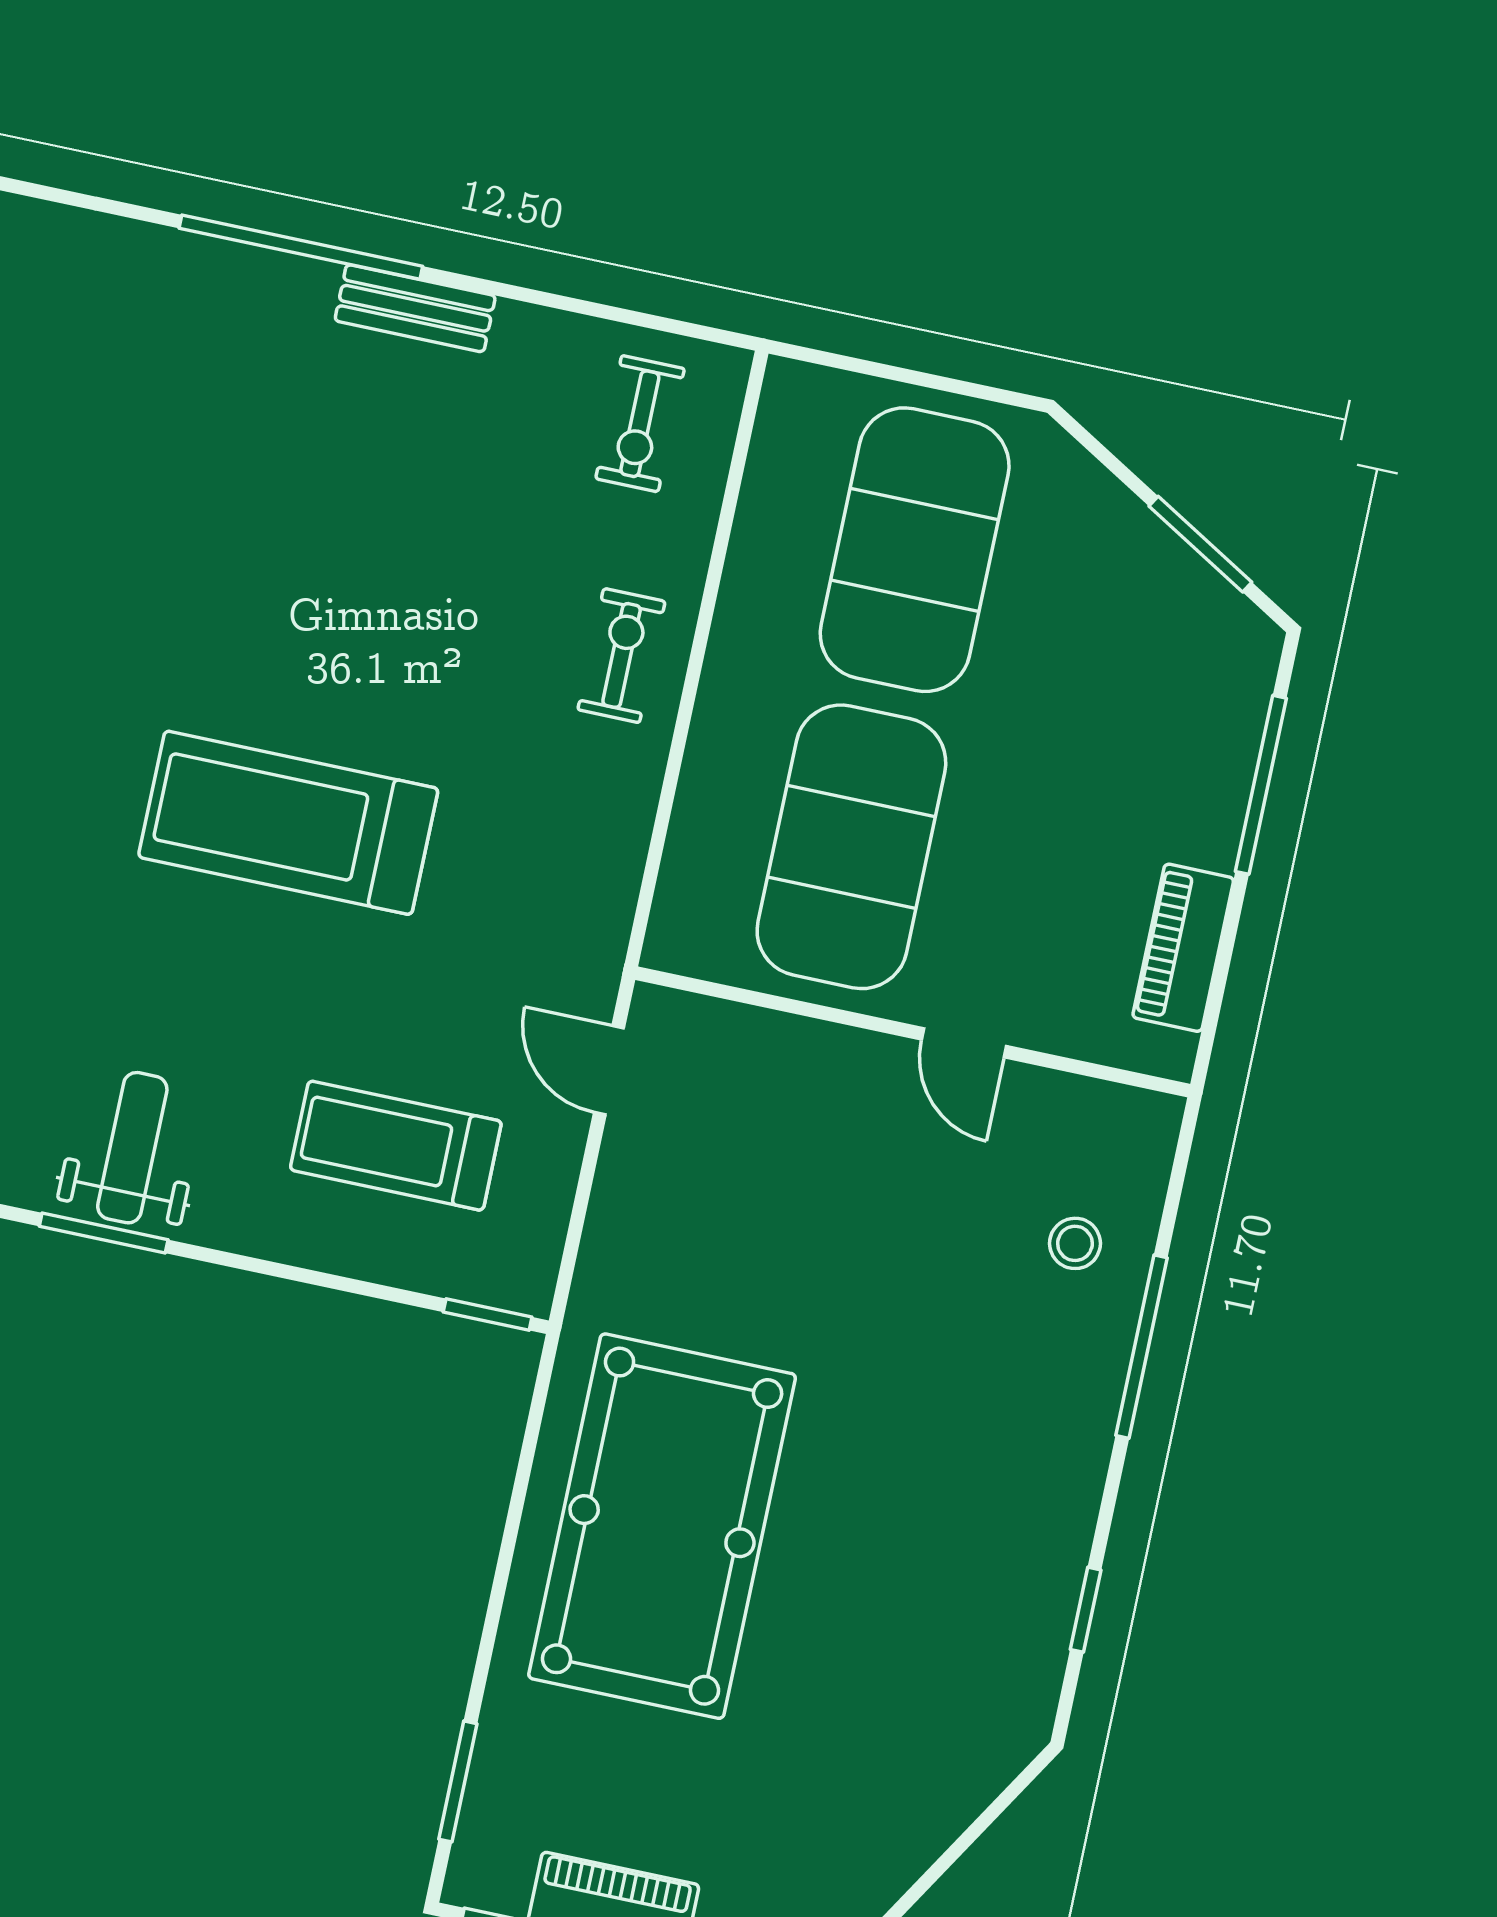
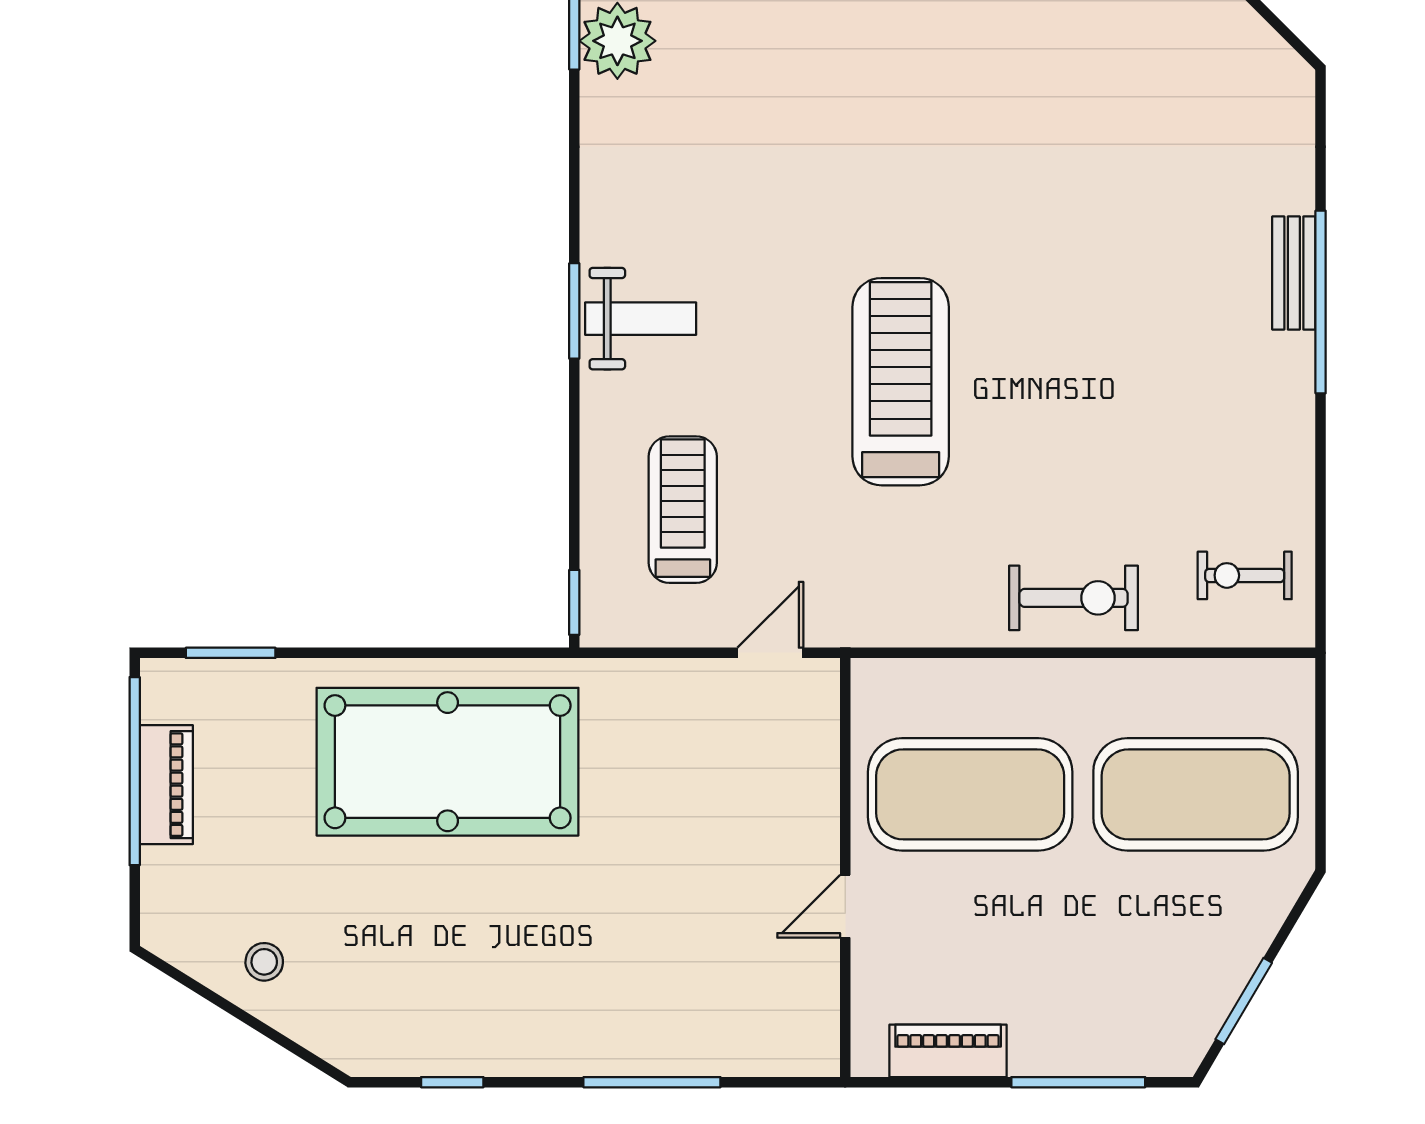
bench: (415, 308) -> (1294, 273), moved
exercise bike: (622, 655) -> (1074, 598), width x1.38, depth x1.39
stool: (1075, 1243) -> (264, 962), moved

